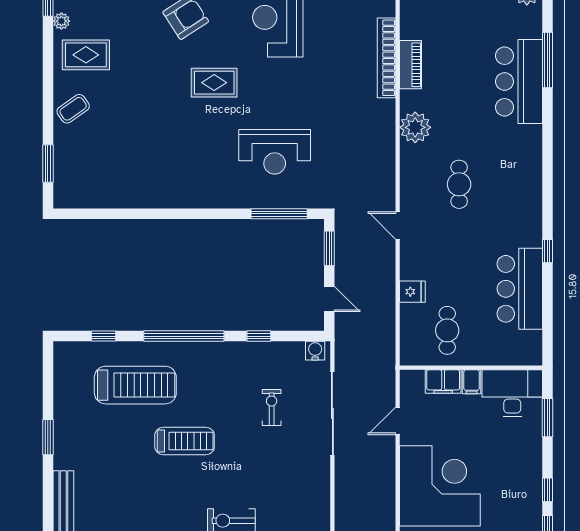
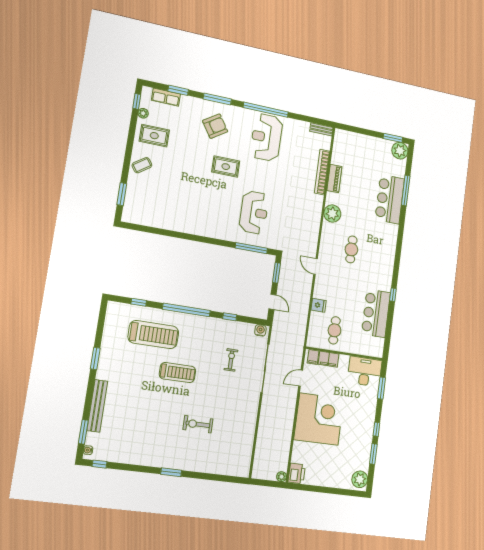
reception desk: (275, 152) -> (254, 212), turned -90
filing cabinet: (472, 382) -> (313, 357), moved

